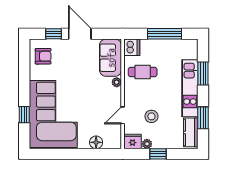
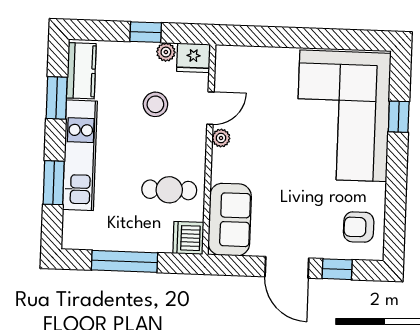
plant: (117, 82) -> (221, 138), moved
floor lamp: (96, 142) -> (263, 59), removed

